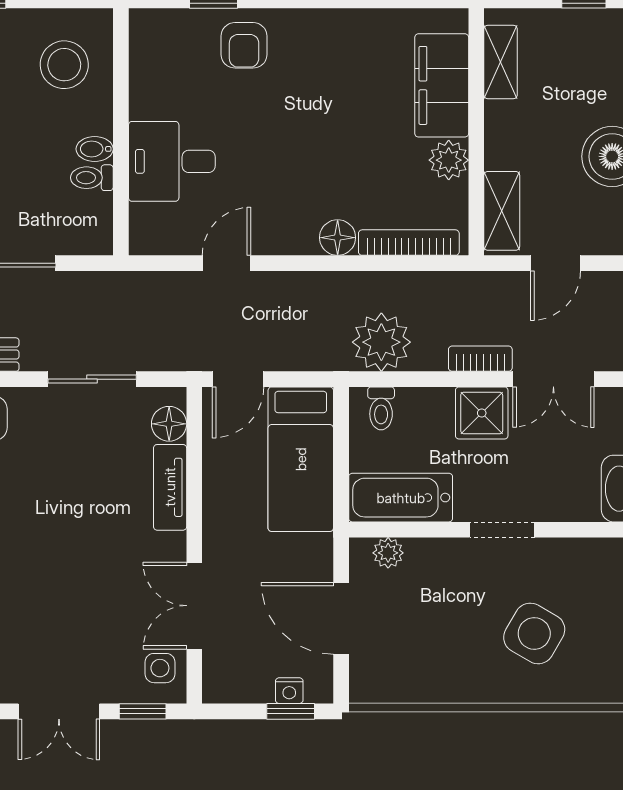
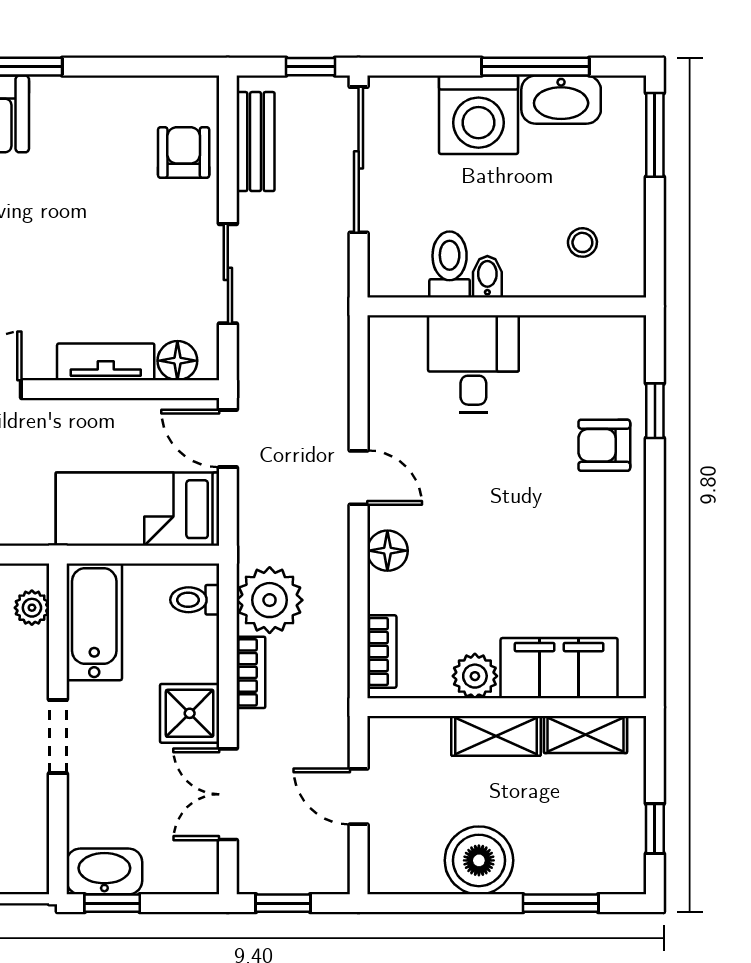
stool: (64, 65) -> (582, 242), width x0.53, depth x0.53
toilet: (92, 178) -> (450, 264), width x1.37, depth x1.39
shelving: (502, 211) -> (496, 736), moved
bookcase: (409, 243) -> (382, 652), width x0.64
door: (226, 263) -> (359, 478), moved
bookcase: (480, 359) -> (251, 672), moved

